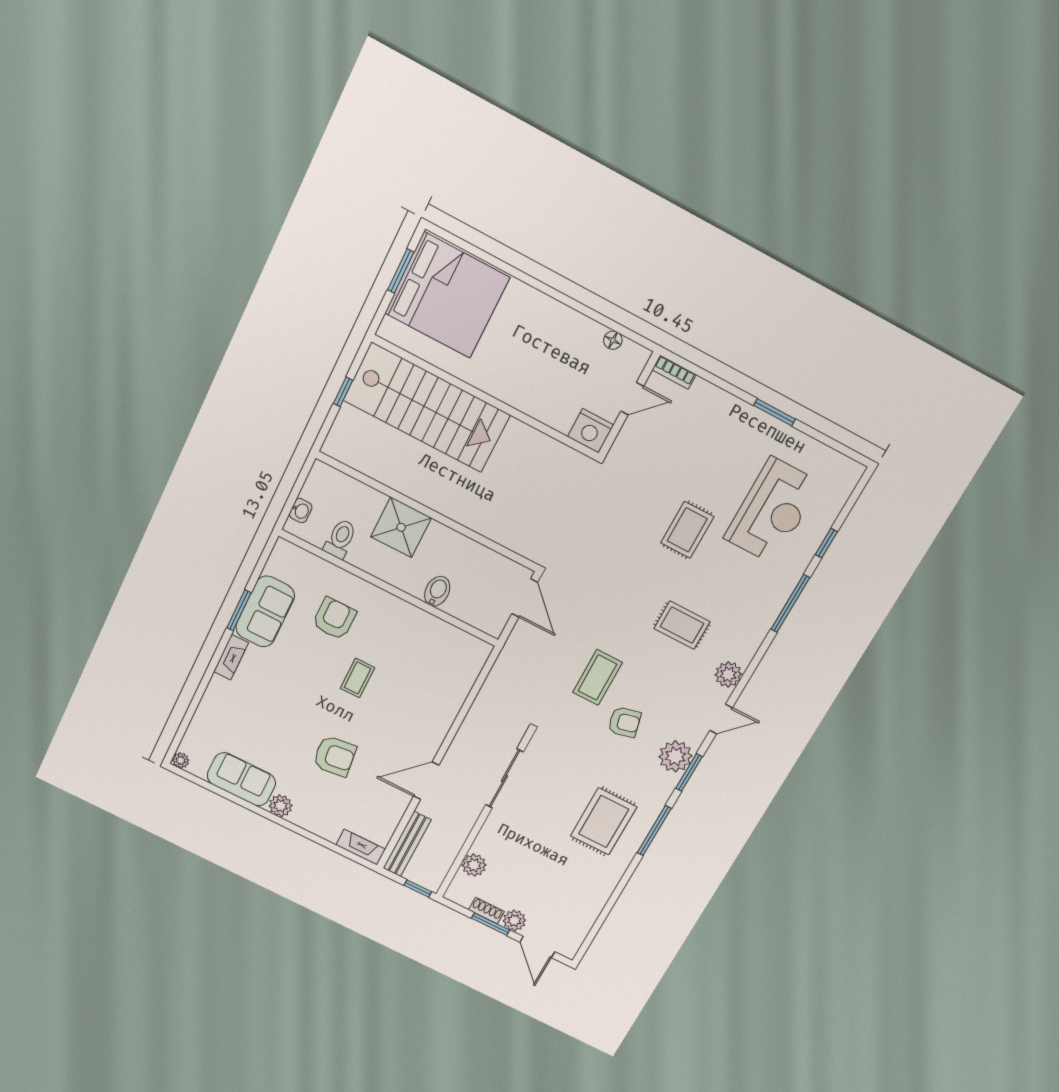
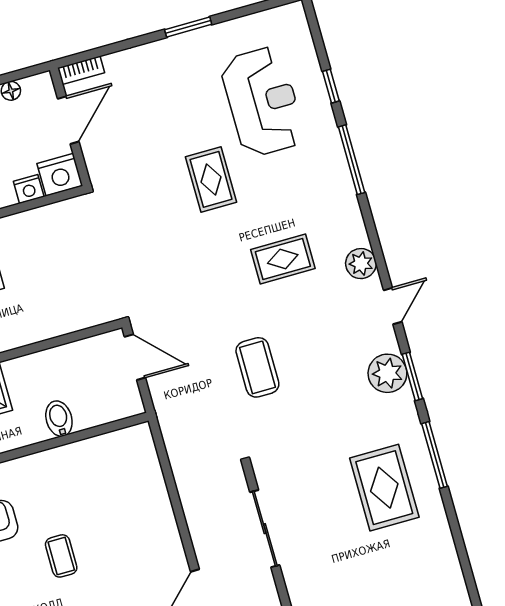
door: (632, 399) -> (68, 120), width x1.38
nightstand: (560, 421) -> (29, 189), added
armchair: (624, 722) -> (316, 384), removed

